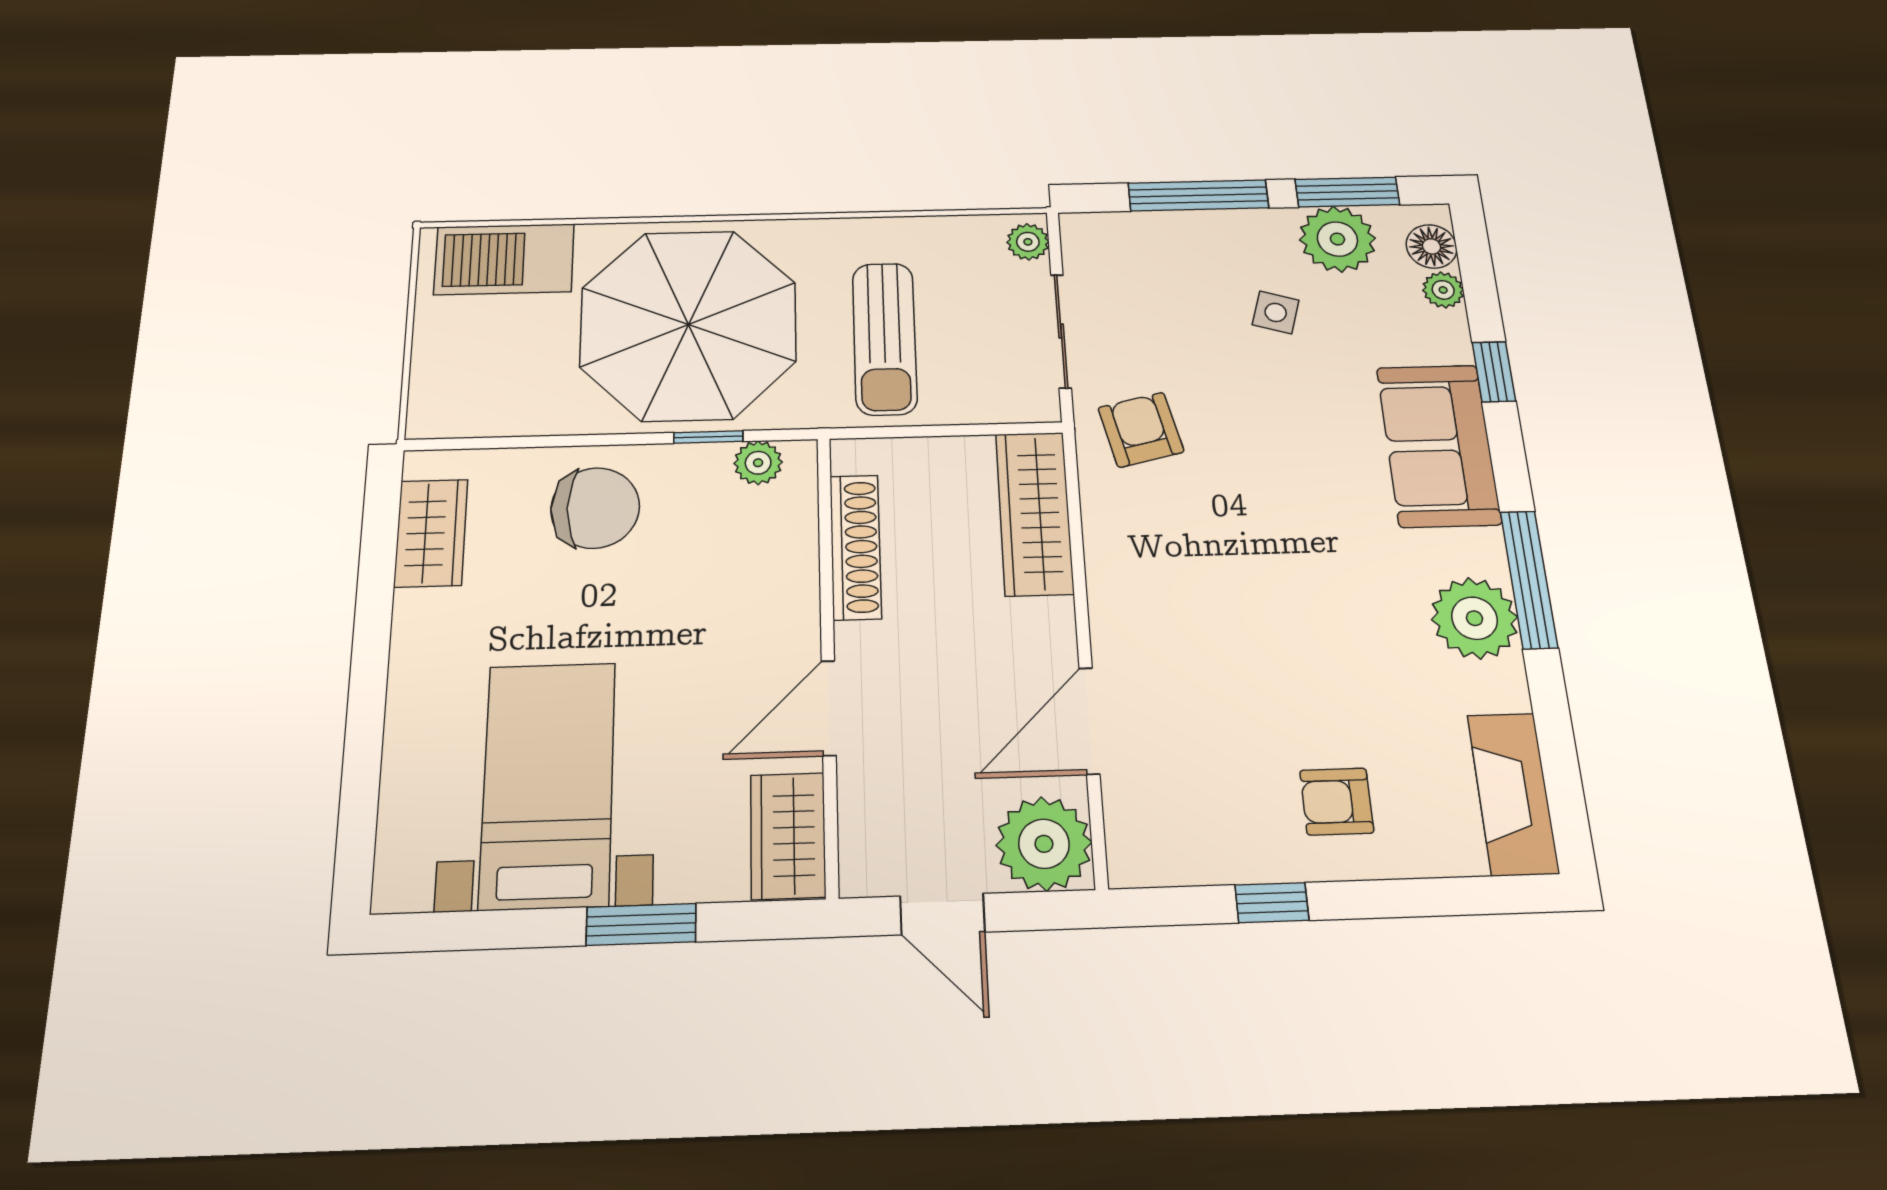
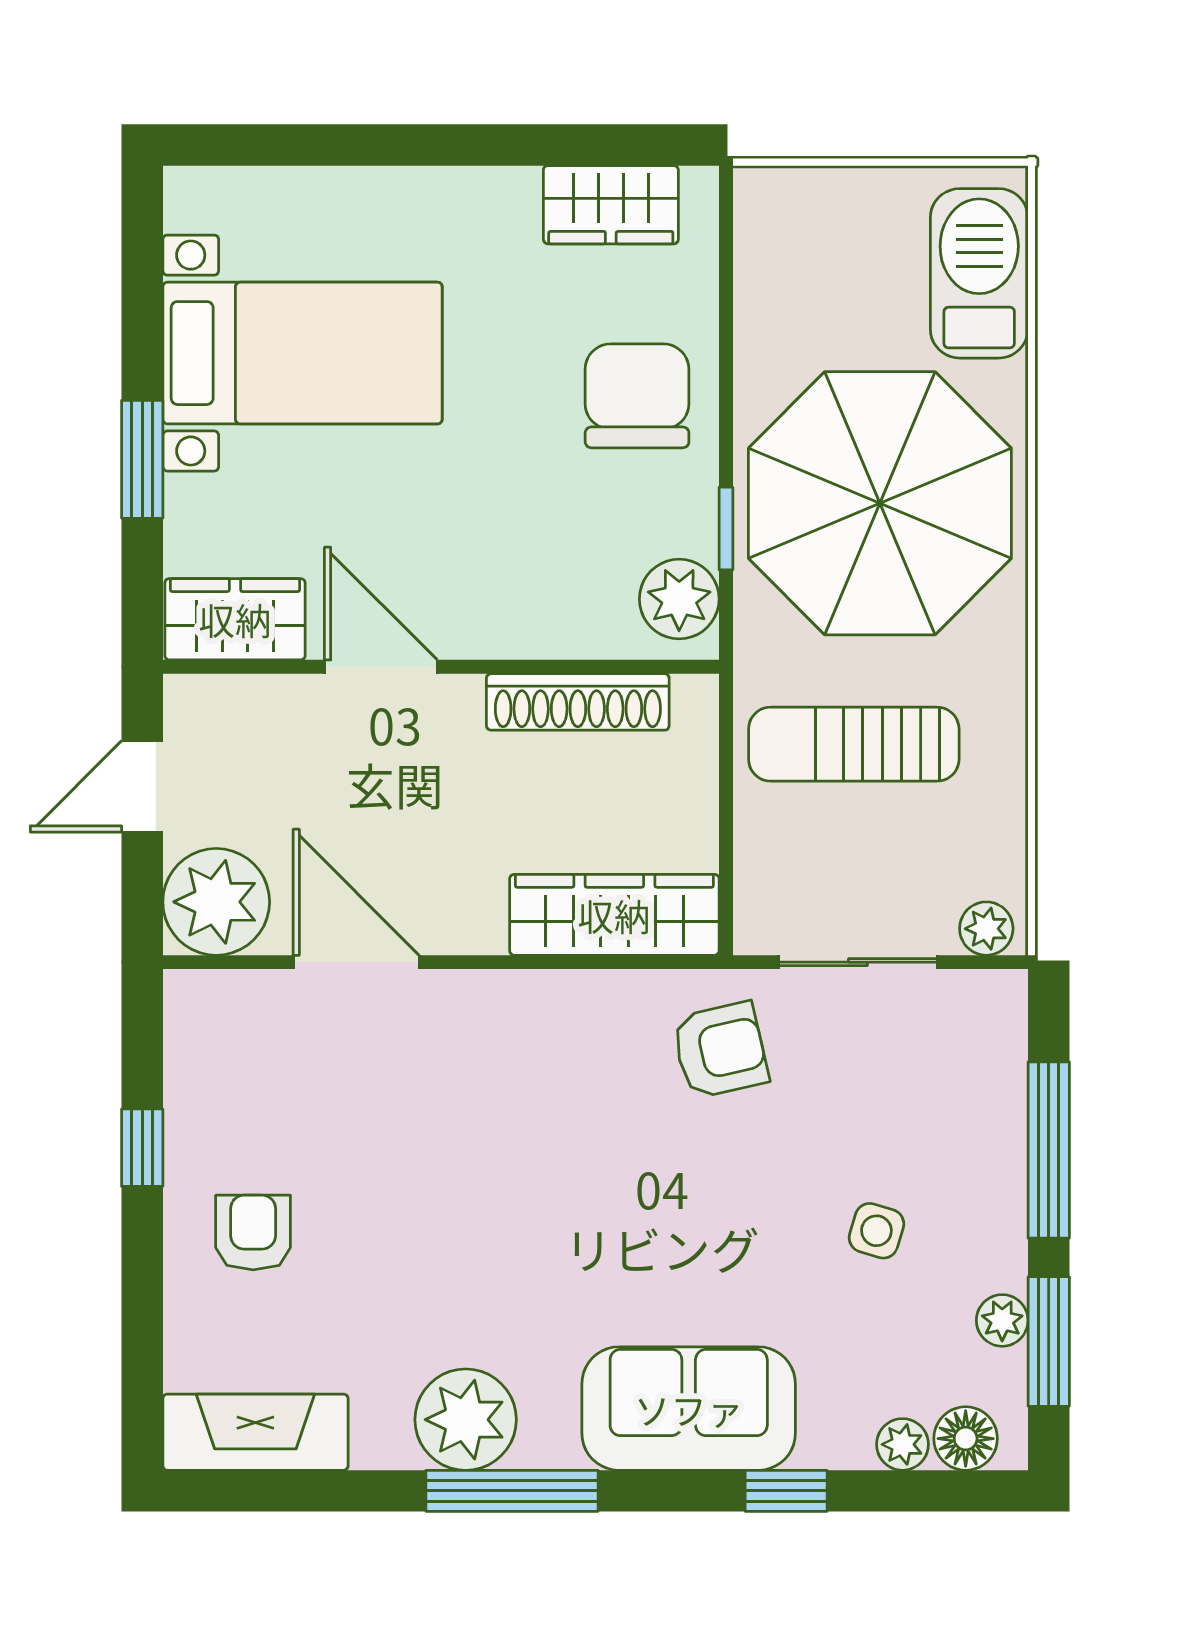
plant: (1337, 239) -> (1002, 1320), width x0.53, depth x0.53
plant: (758, 463) -> (679, 599), width x1.38, depth x1.38
chair: (595, 508) -> (637, 396), turned 180

